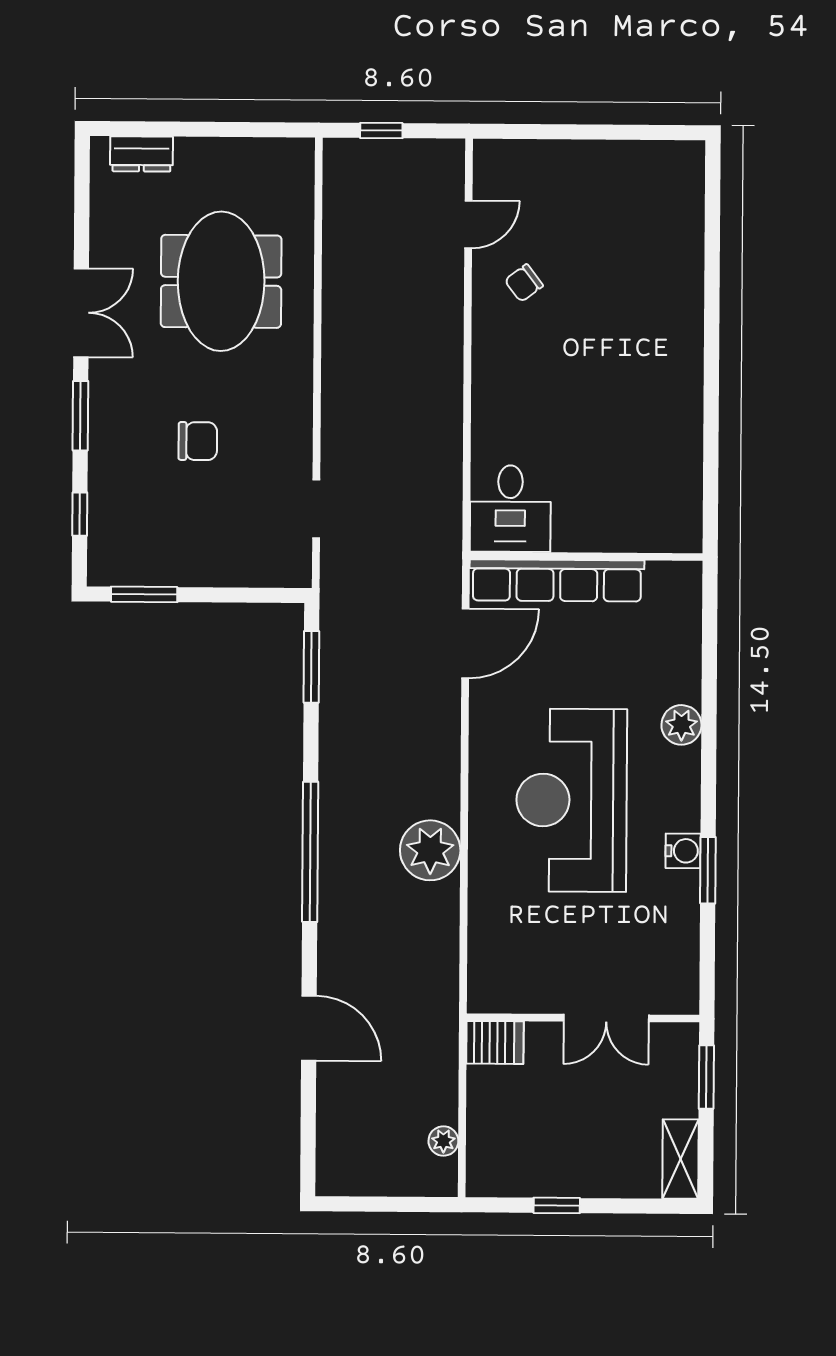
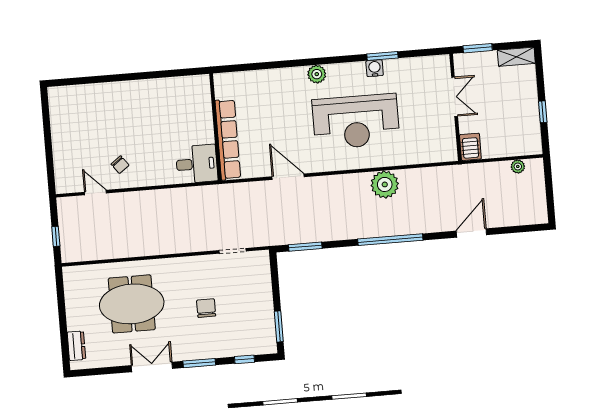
desk: (510, 509) -> (197, 164), moved
wall: (586, 556) -> (215, 127), moved
row of seats: (557, 580) -> (228, 140), moved

